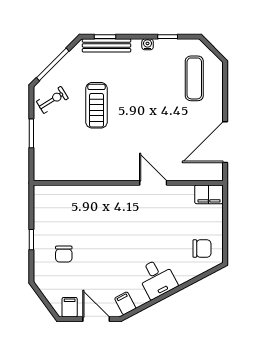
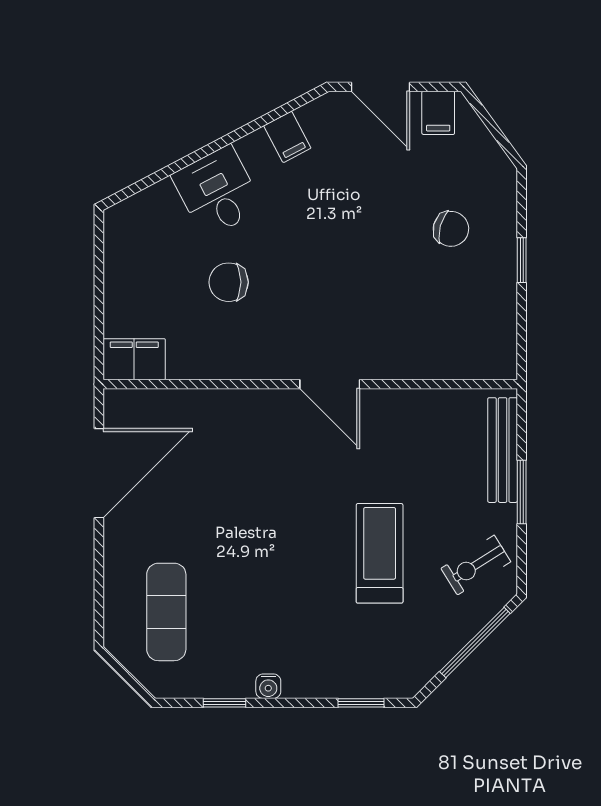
bench: (106, 45) -> (503, 450), moved, turned 90
door: (153, 183) -> (330, 384), moved
chair: (202, 249) -> (229, 282), moved
chair: (64, 254) -> (451, 229), turned 105
desk: (157, 278) -> (217, 192), moved
filing cabinet: (125, 303) -> (287, 137), moved

